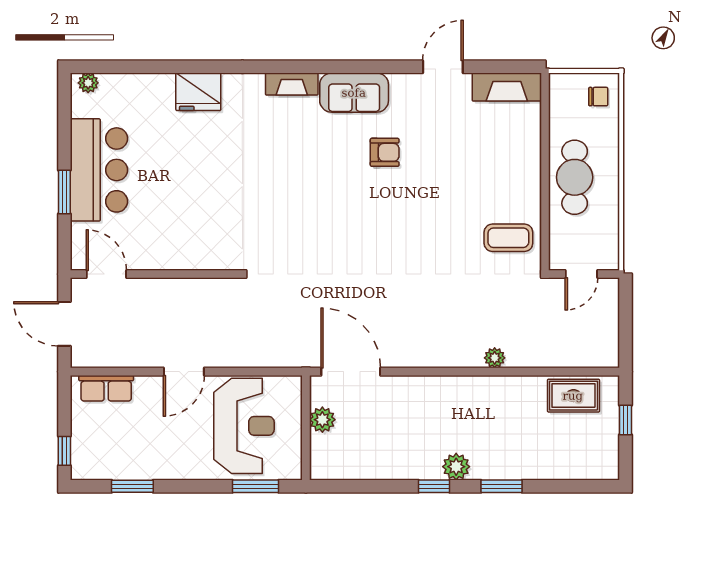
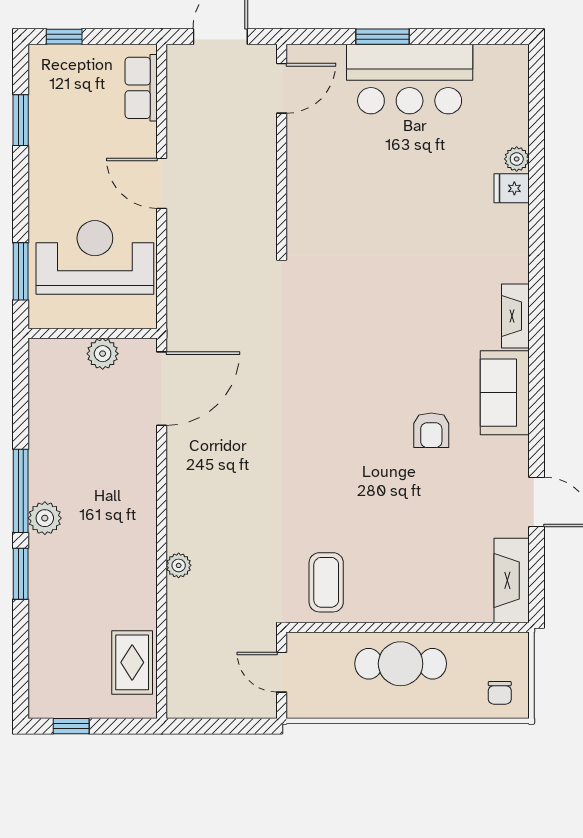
plant: (88, 83) -> (517, 159), moved
fridge: (198, 92) -> (512, 188), width x0.53, depth x0.75
window: (625, 420) -> (71, 726), moved
reception desk: (244, 426) -> (95, 257), turned 180
window: (434, 486) -> (21, 491), width x2.17

